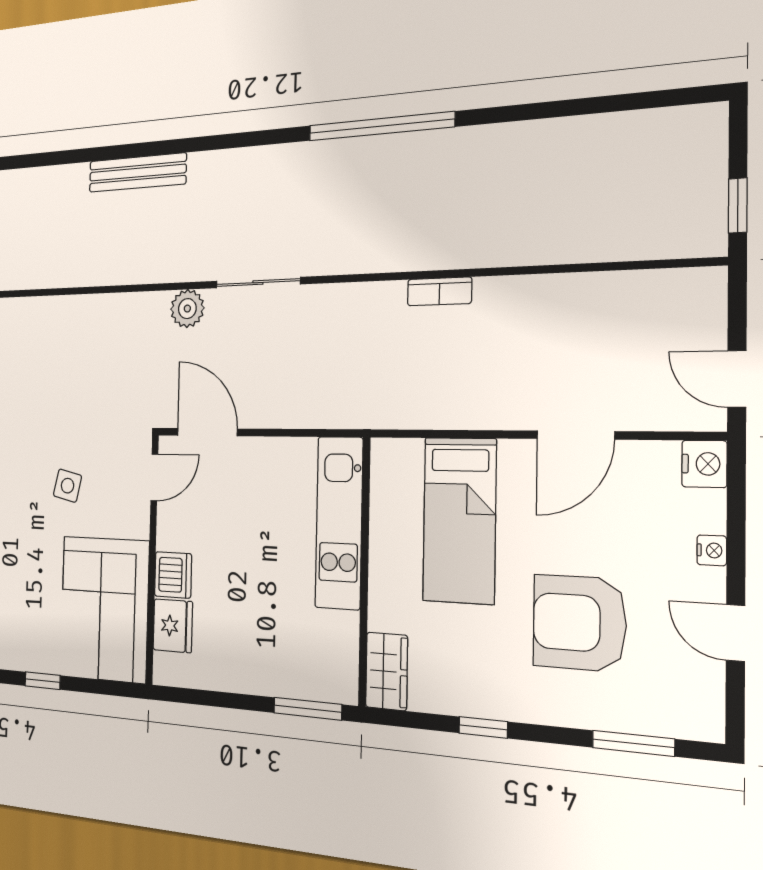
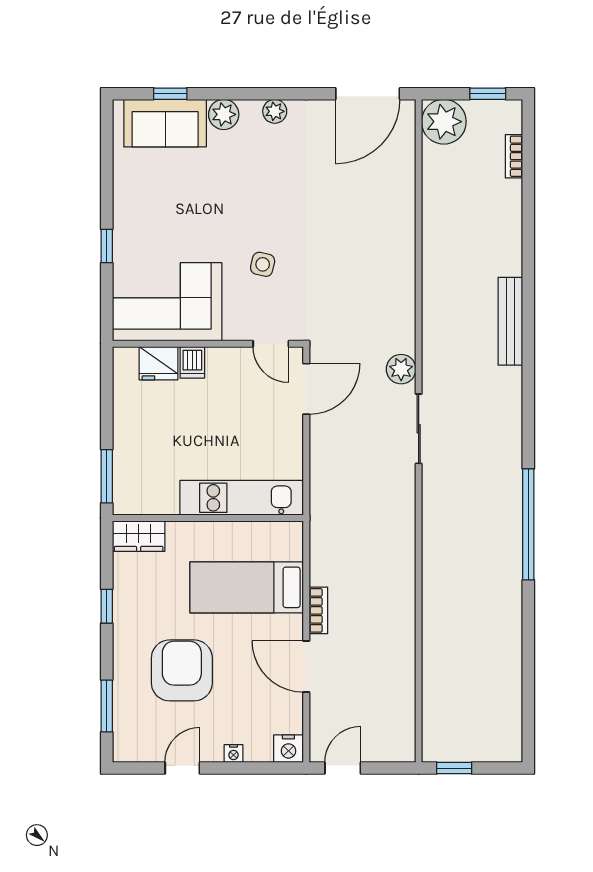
bookcase: (439, 291) -> (318, 610), moved, turned 180
dishwasher: (173, 575) -> (192, 362), width x0.73

